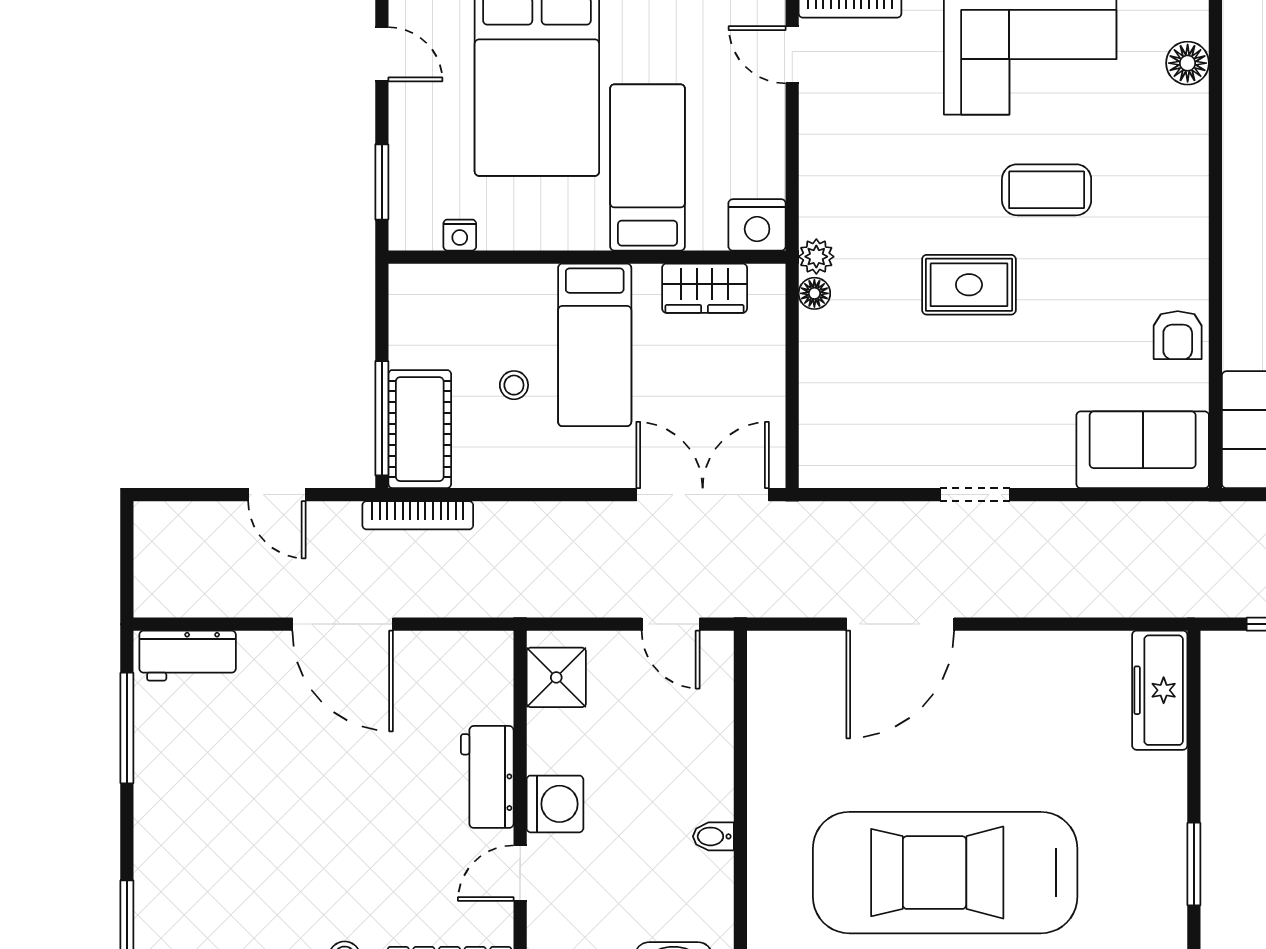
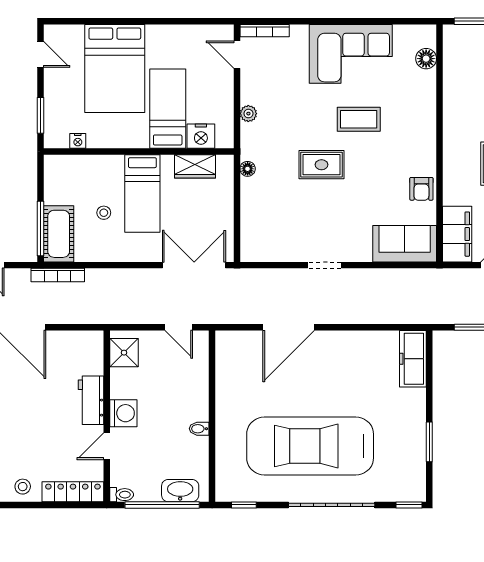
nightstand: (757, 225) -> (201, 136), moved
plant: (816, 257) -> (248, 114), moved

